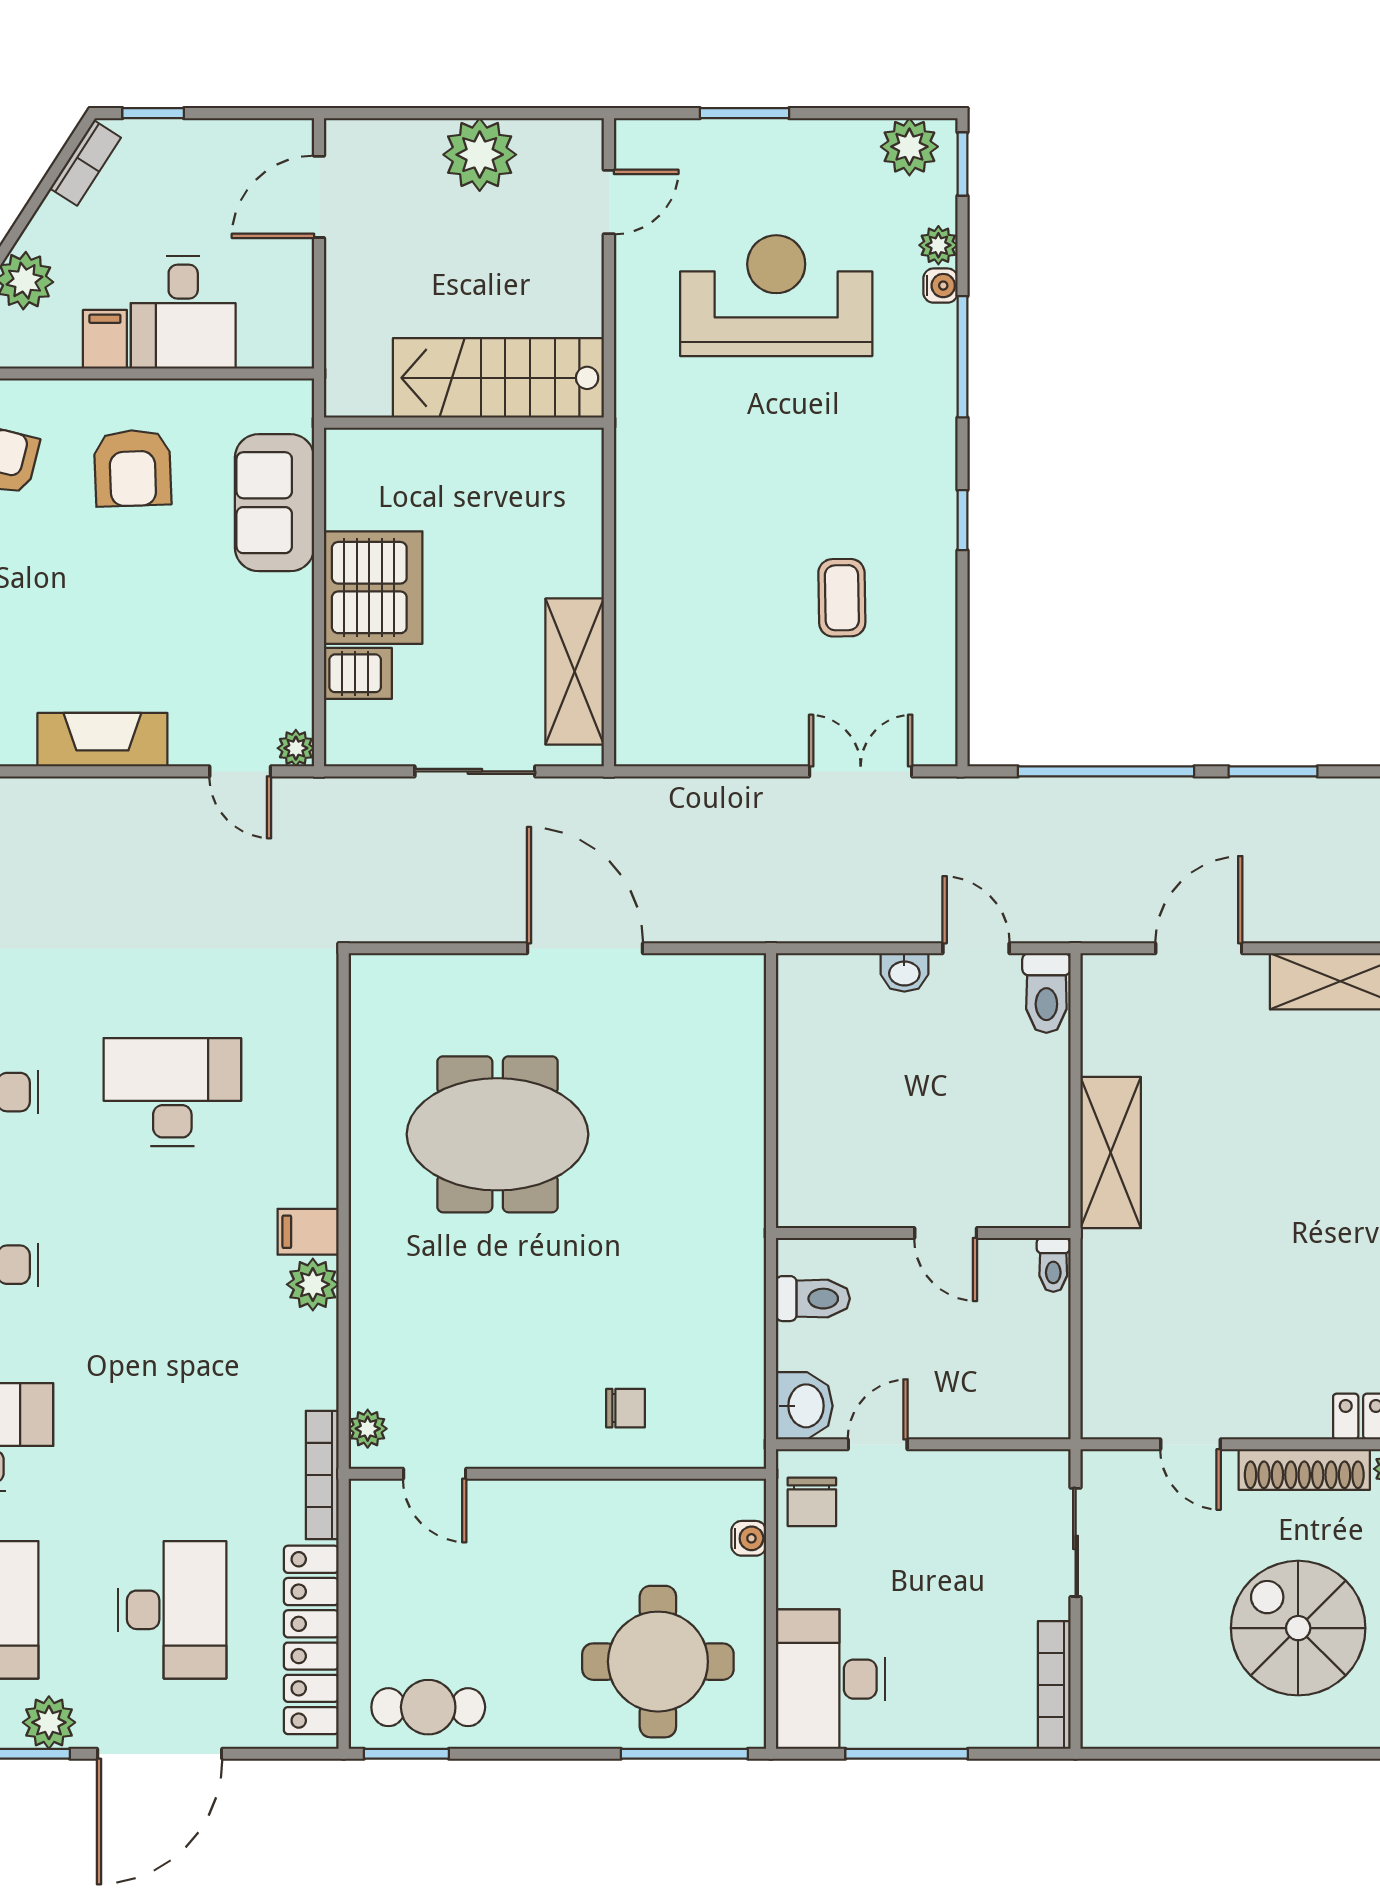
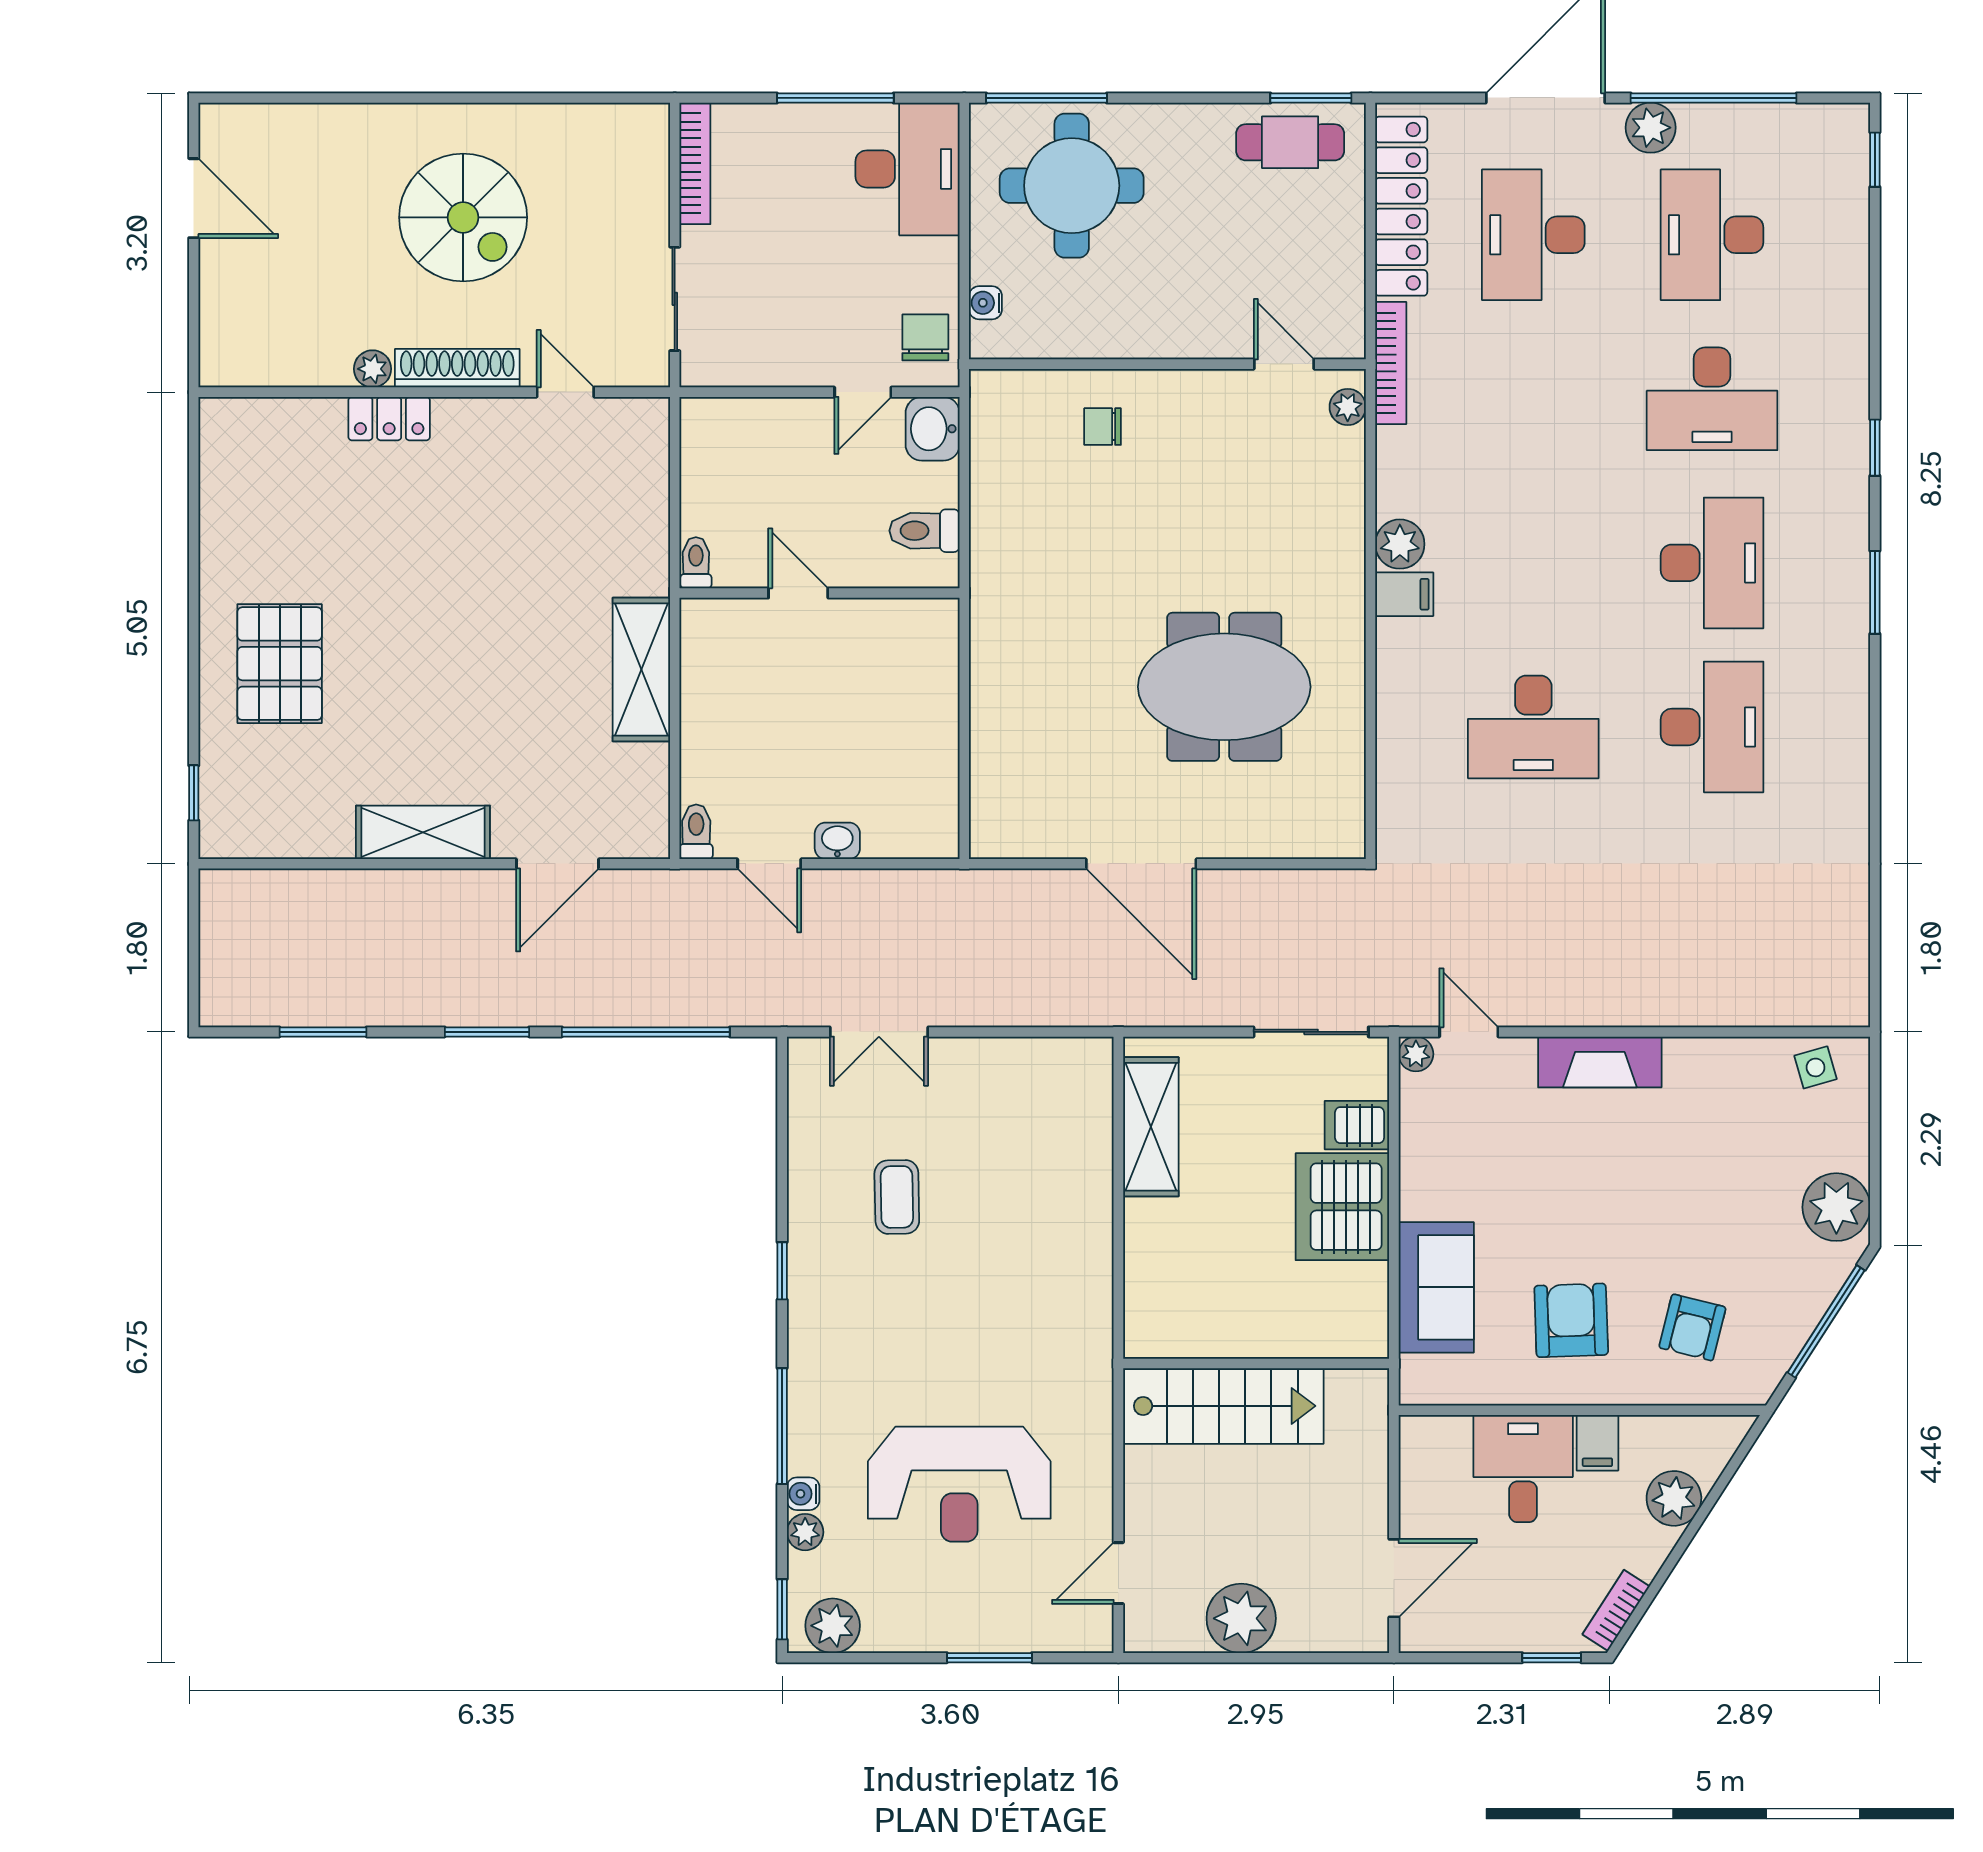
sliding door: (475, 771) -> (1311, 1032), moved
toilet: (1046, 993) -> (696, 832), width x0.73, depth x0.72

